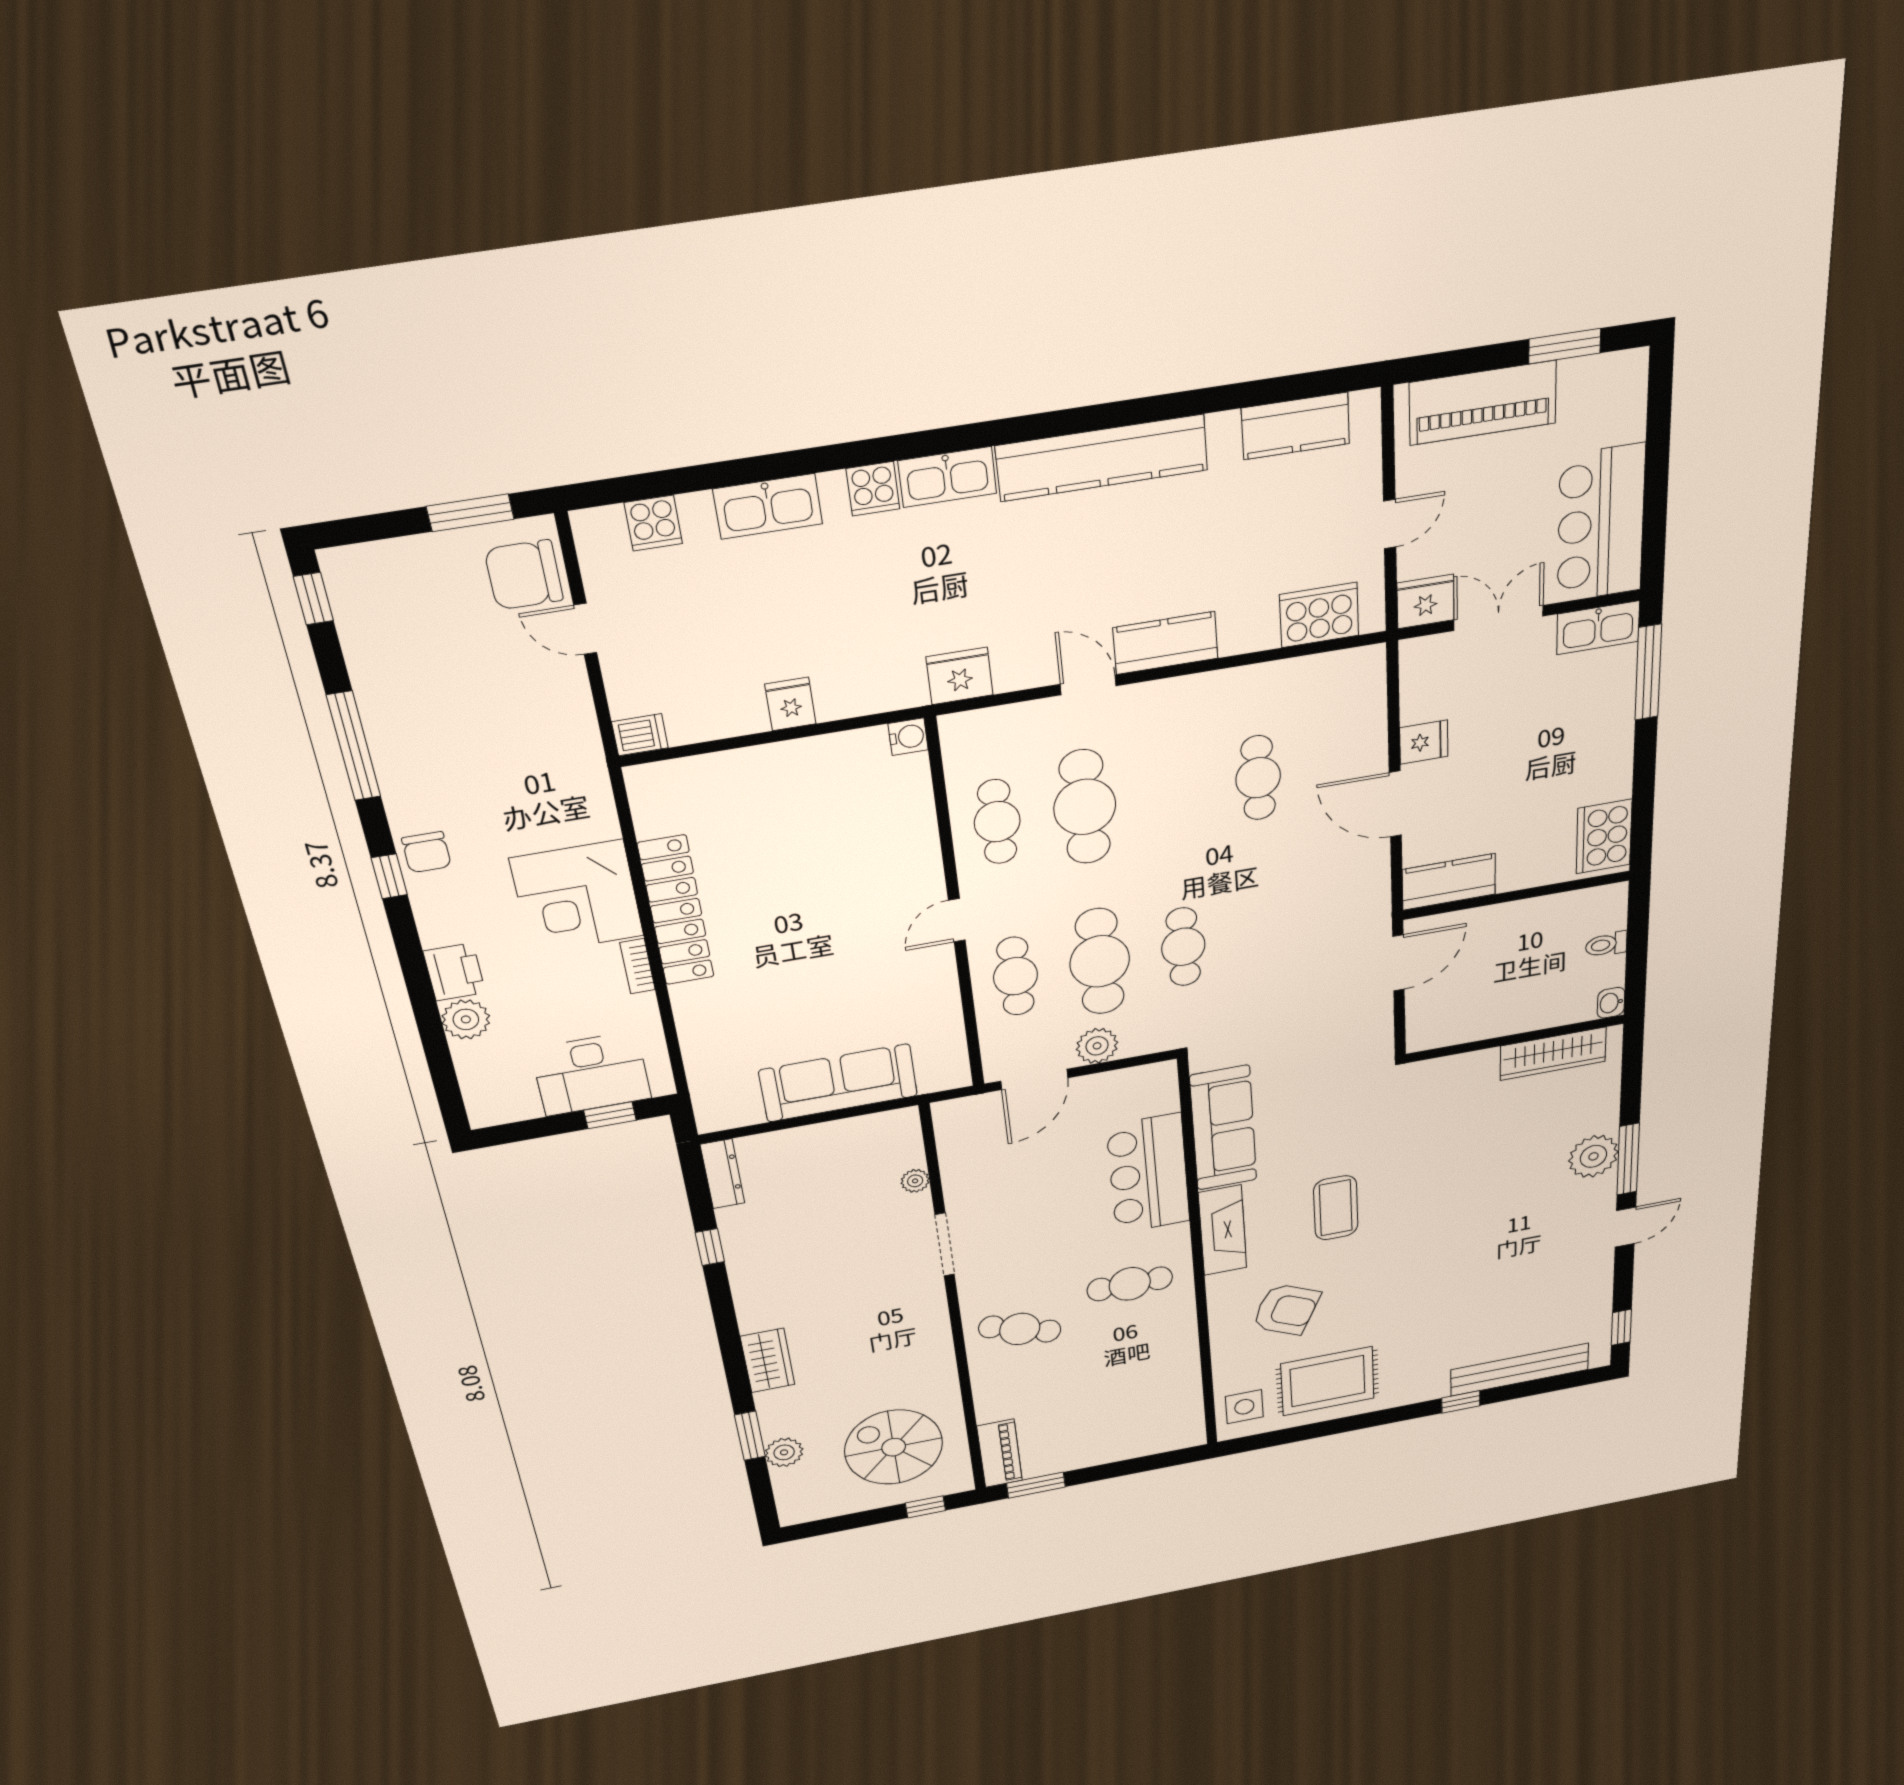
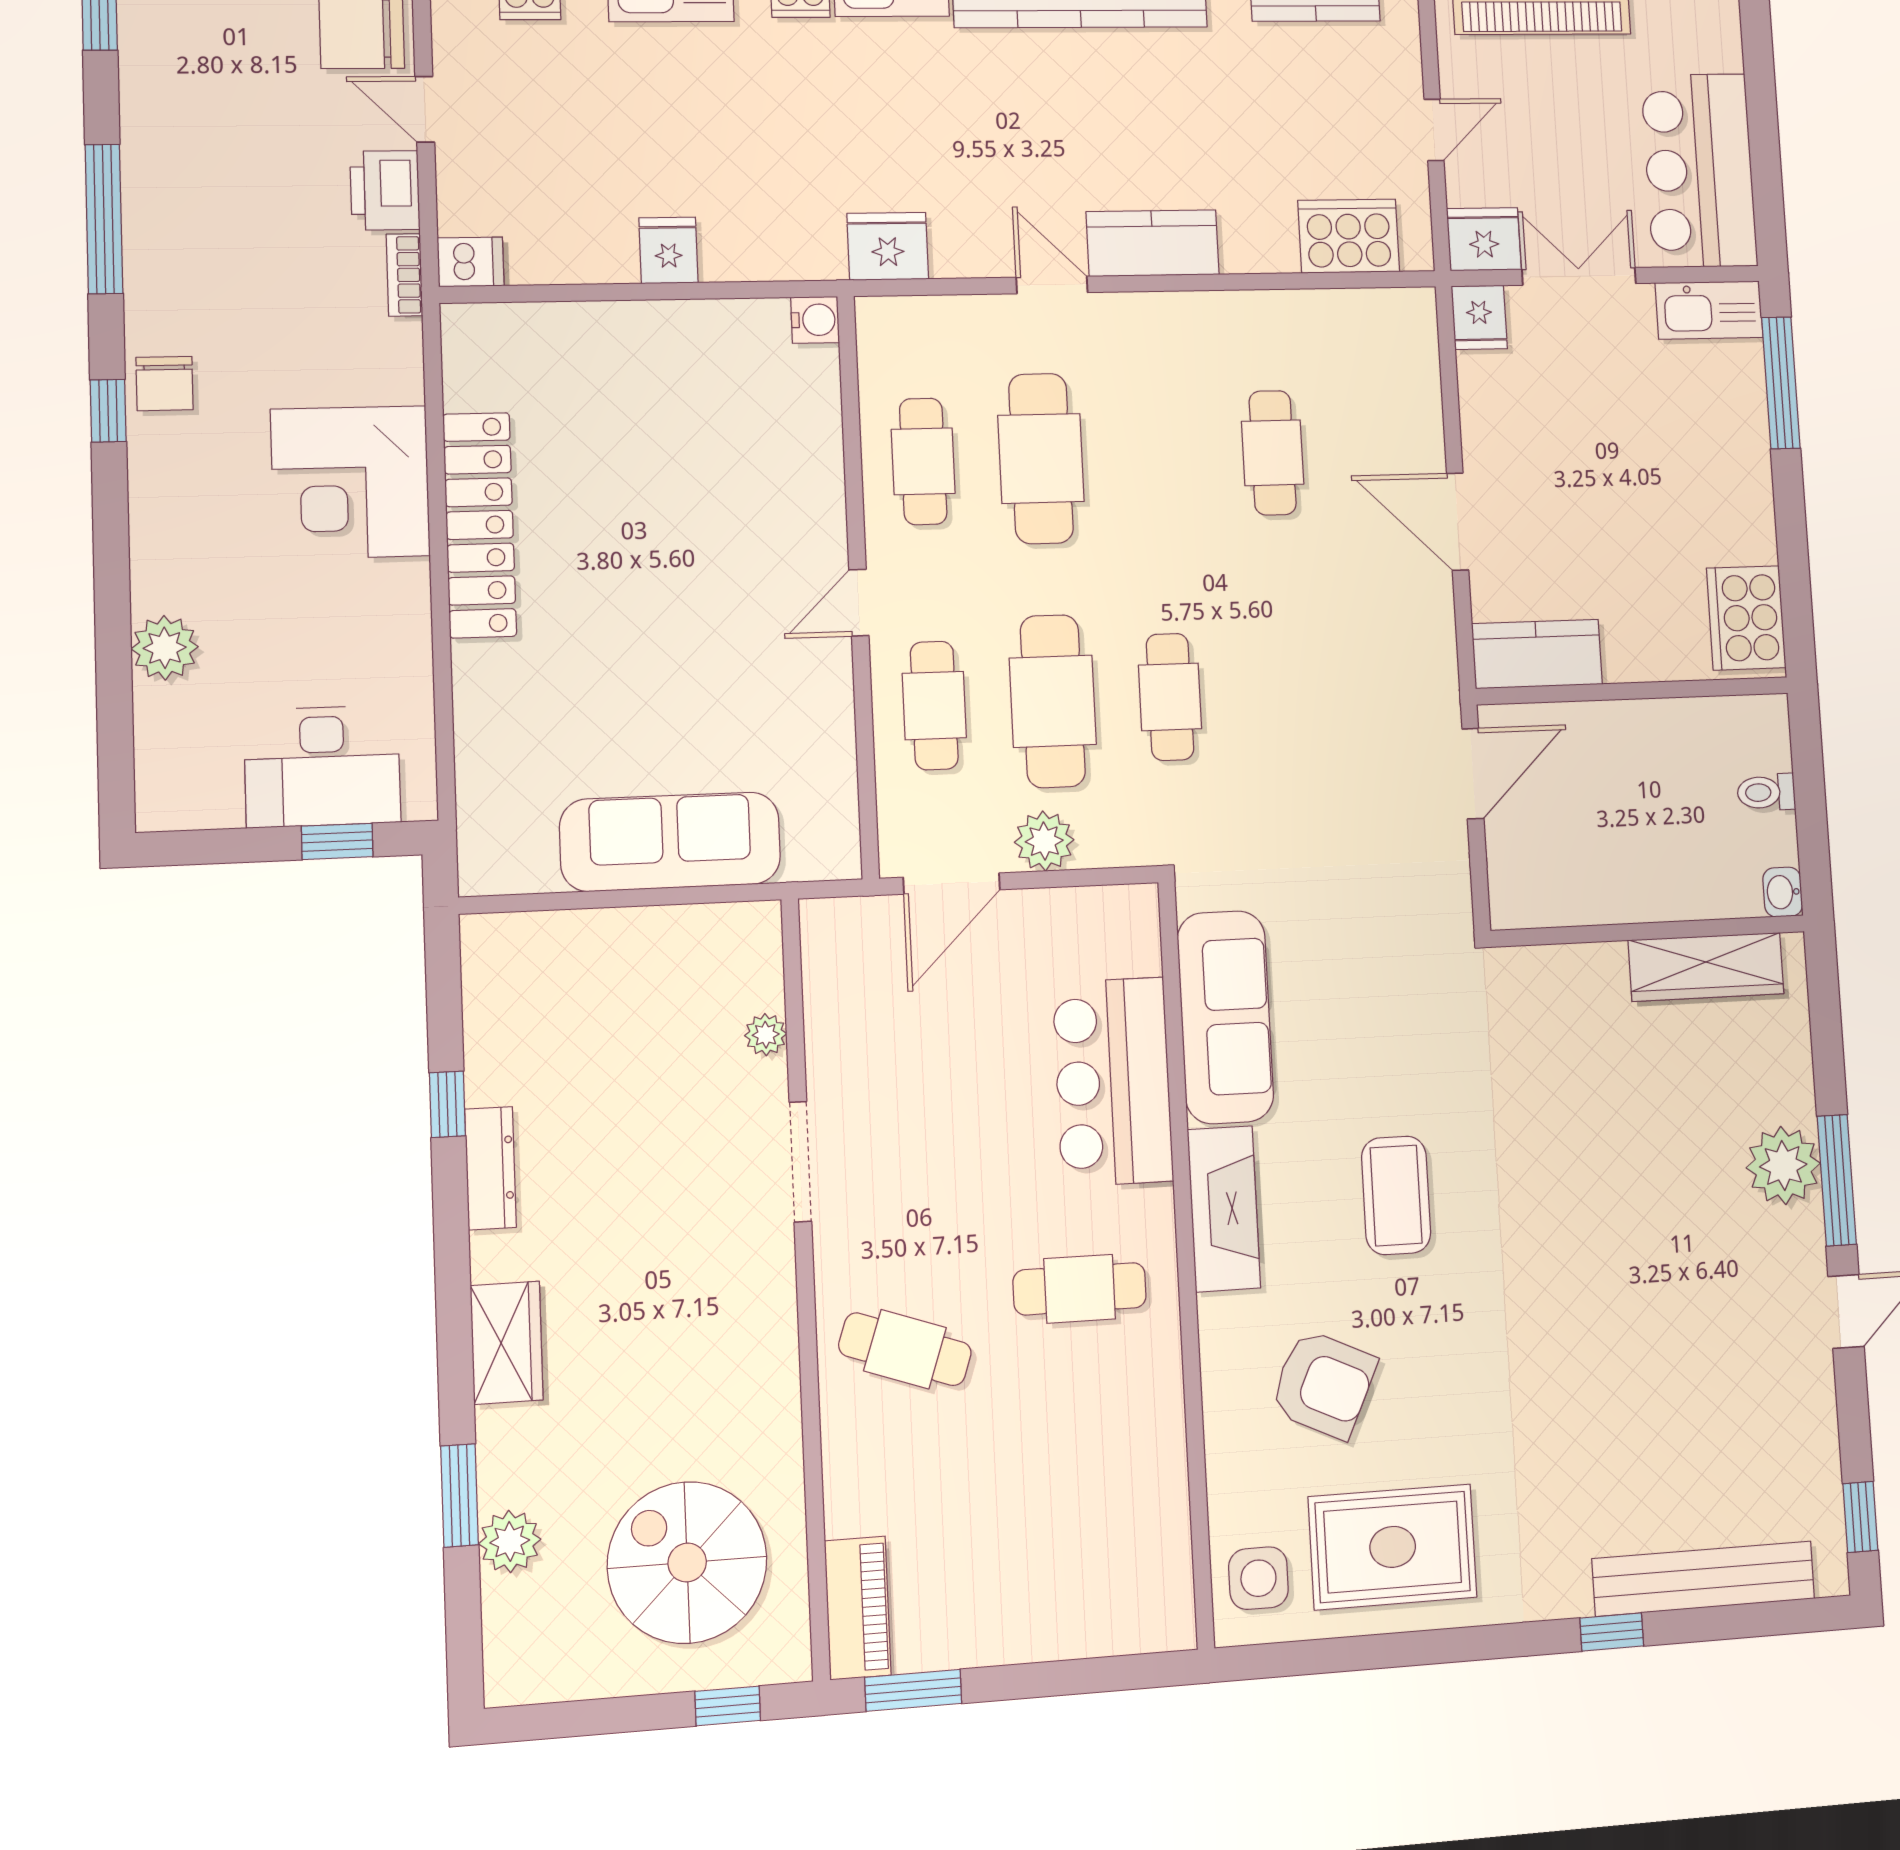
fridge: (1424, 742) -> (1479, 317), moved, turned 90
bookcase: (637, 966) -> (405, 275), moved
printer: (454, 972) -> (385, 190), moved, turned 180
dresser: (722, 1174) -> (490, 1168), moved

